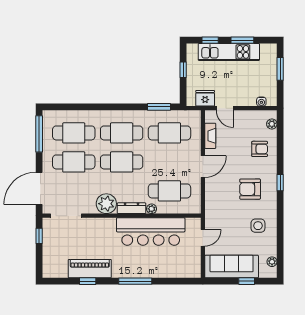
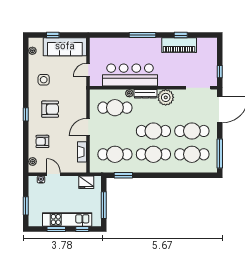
window: (183, 70) -> (104, 205), width x2.17
door: (225, 108) -> (53, 174), moved

